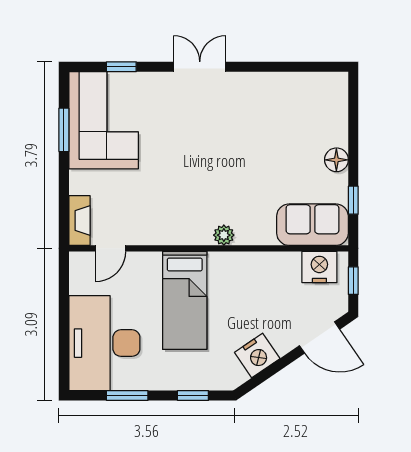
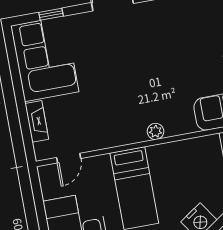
window: (64, 130) -> (15, 72), removed
fireplace: (79, 220) -> (37, 121), moved

